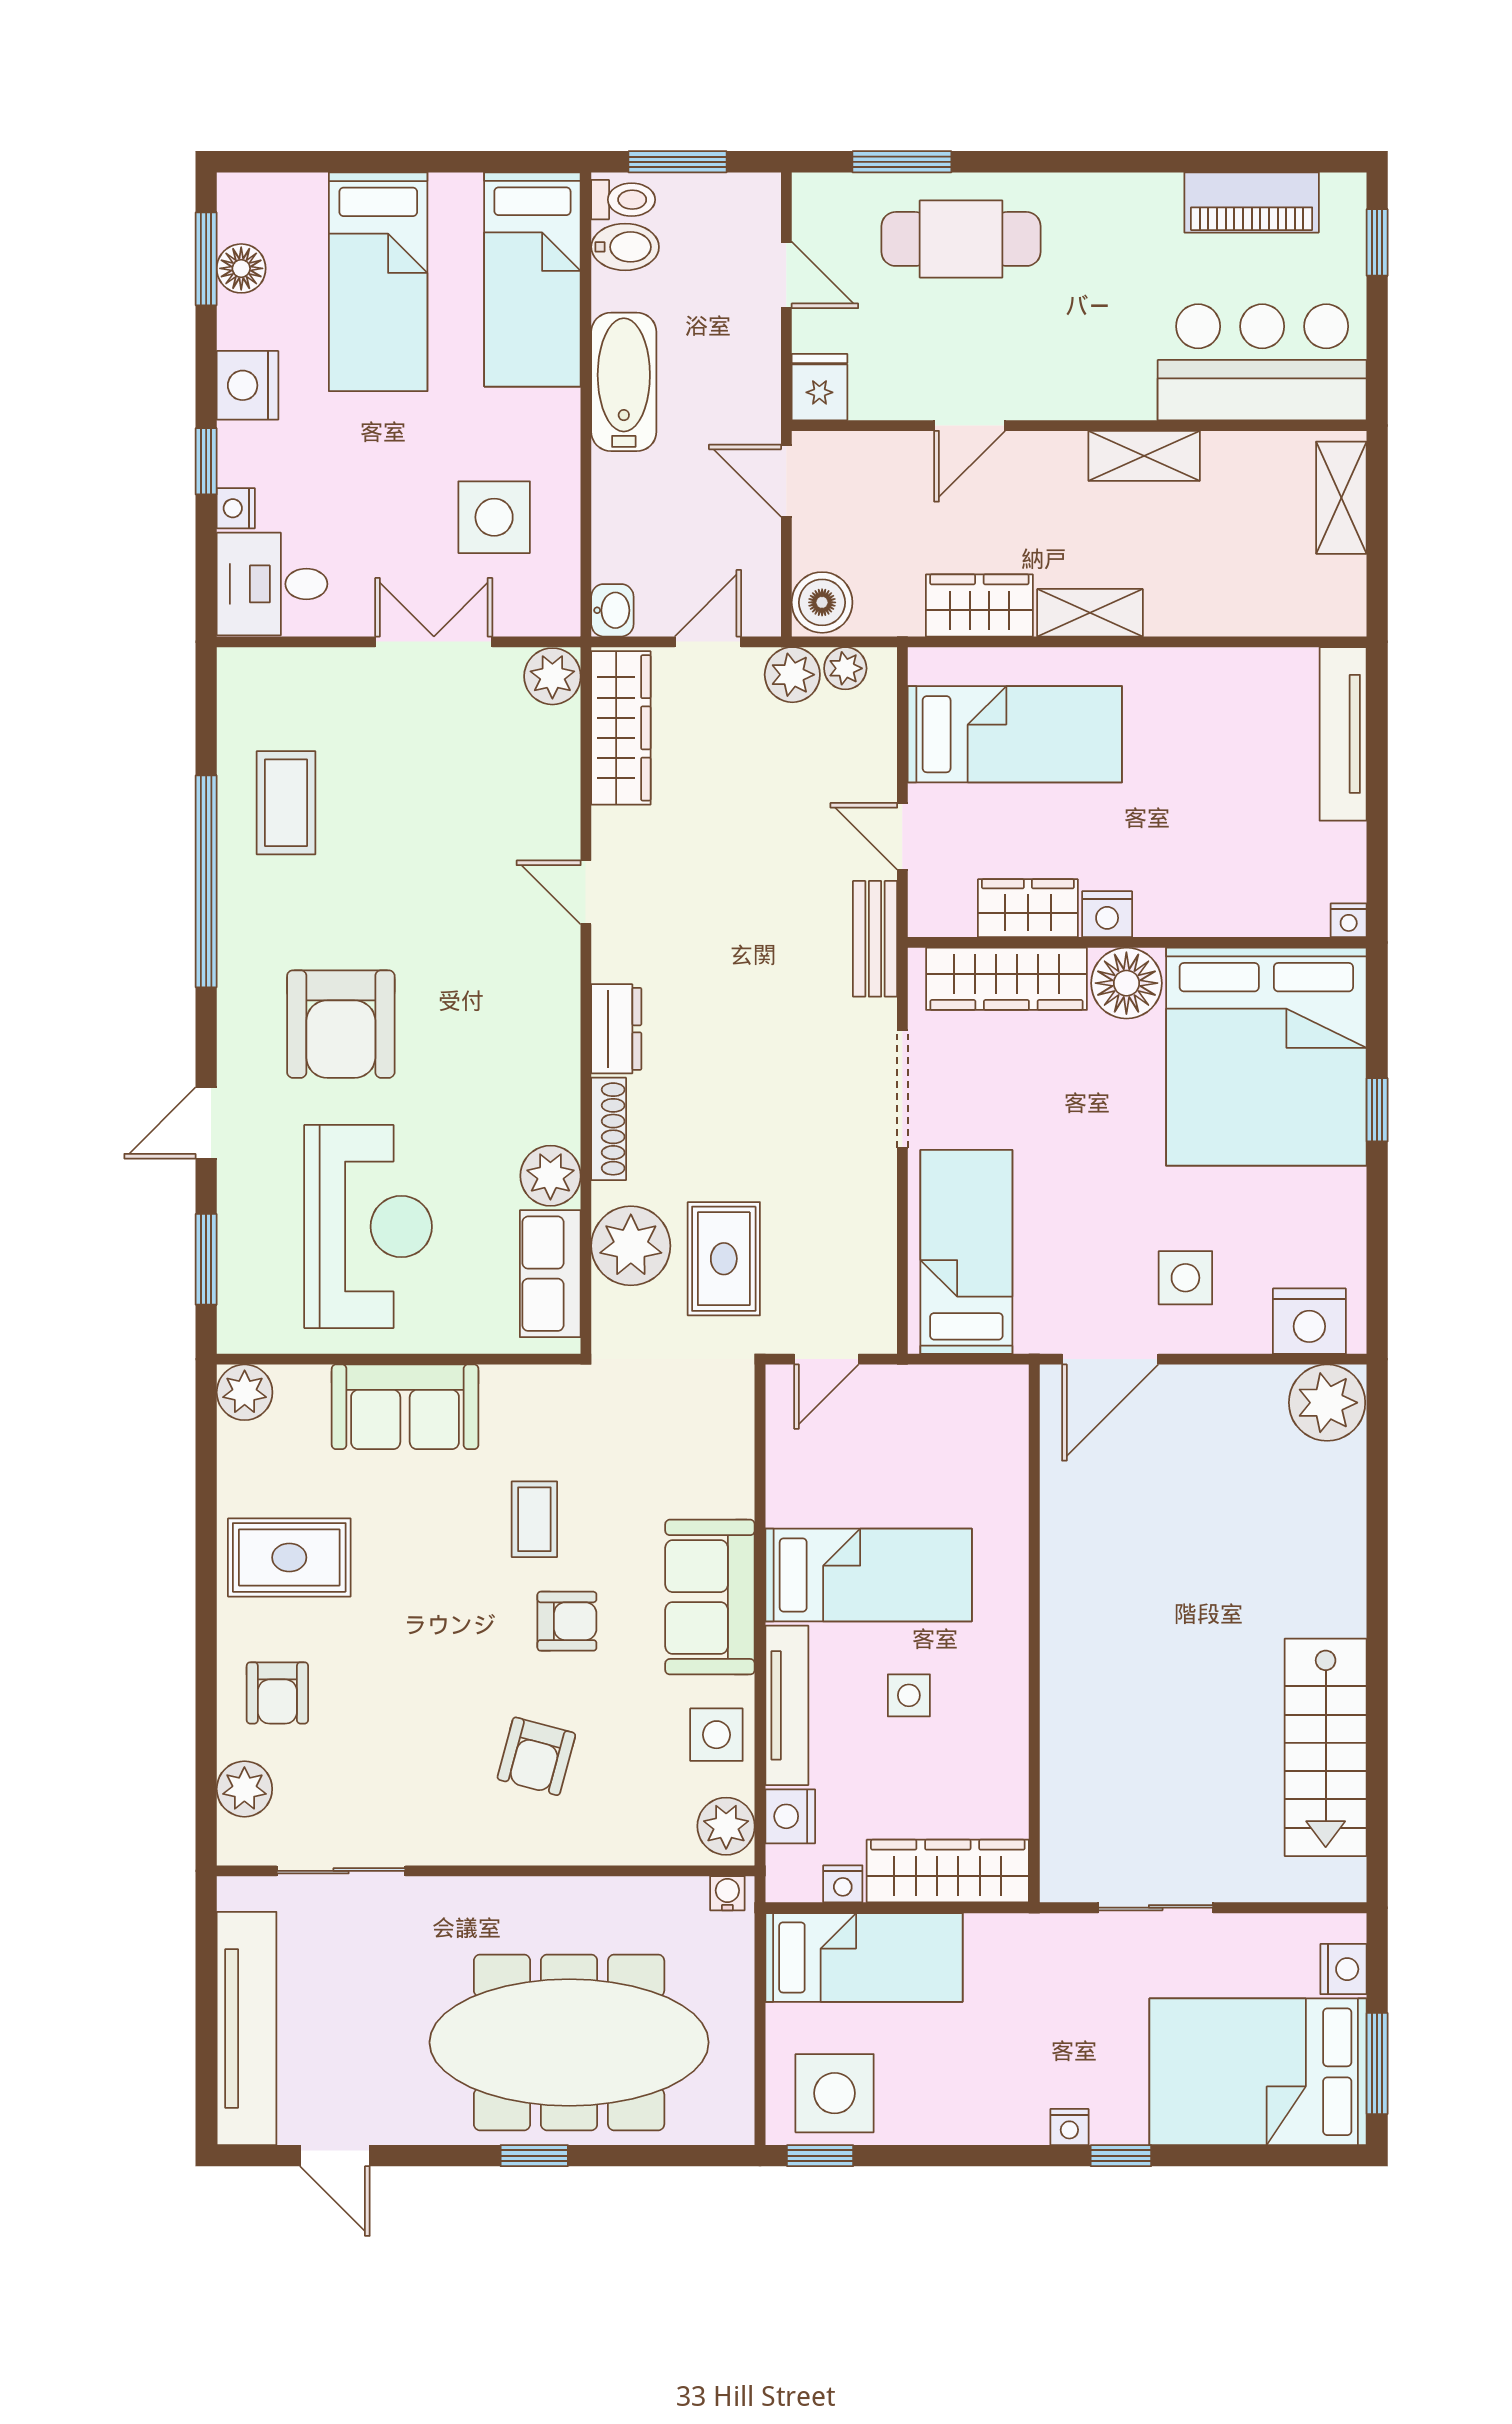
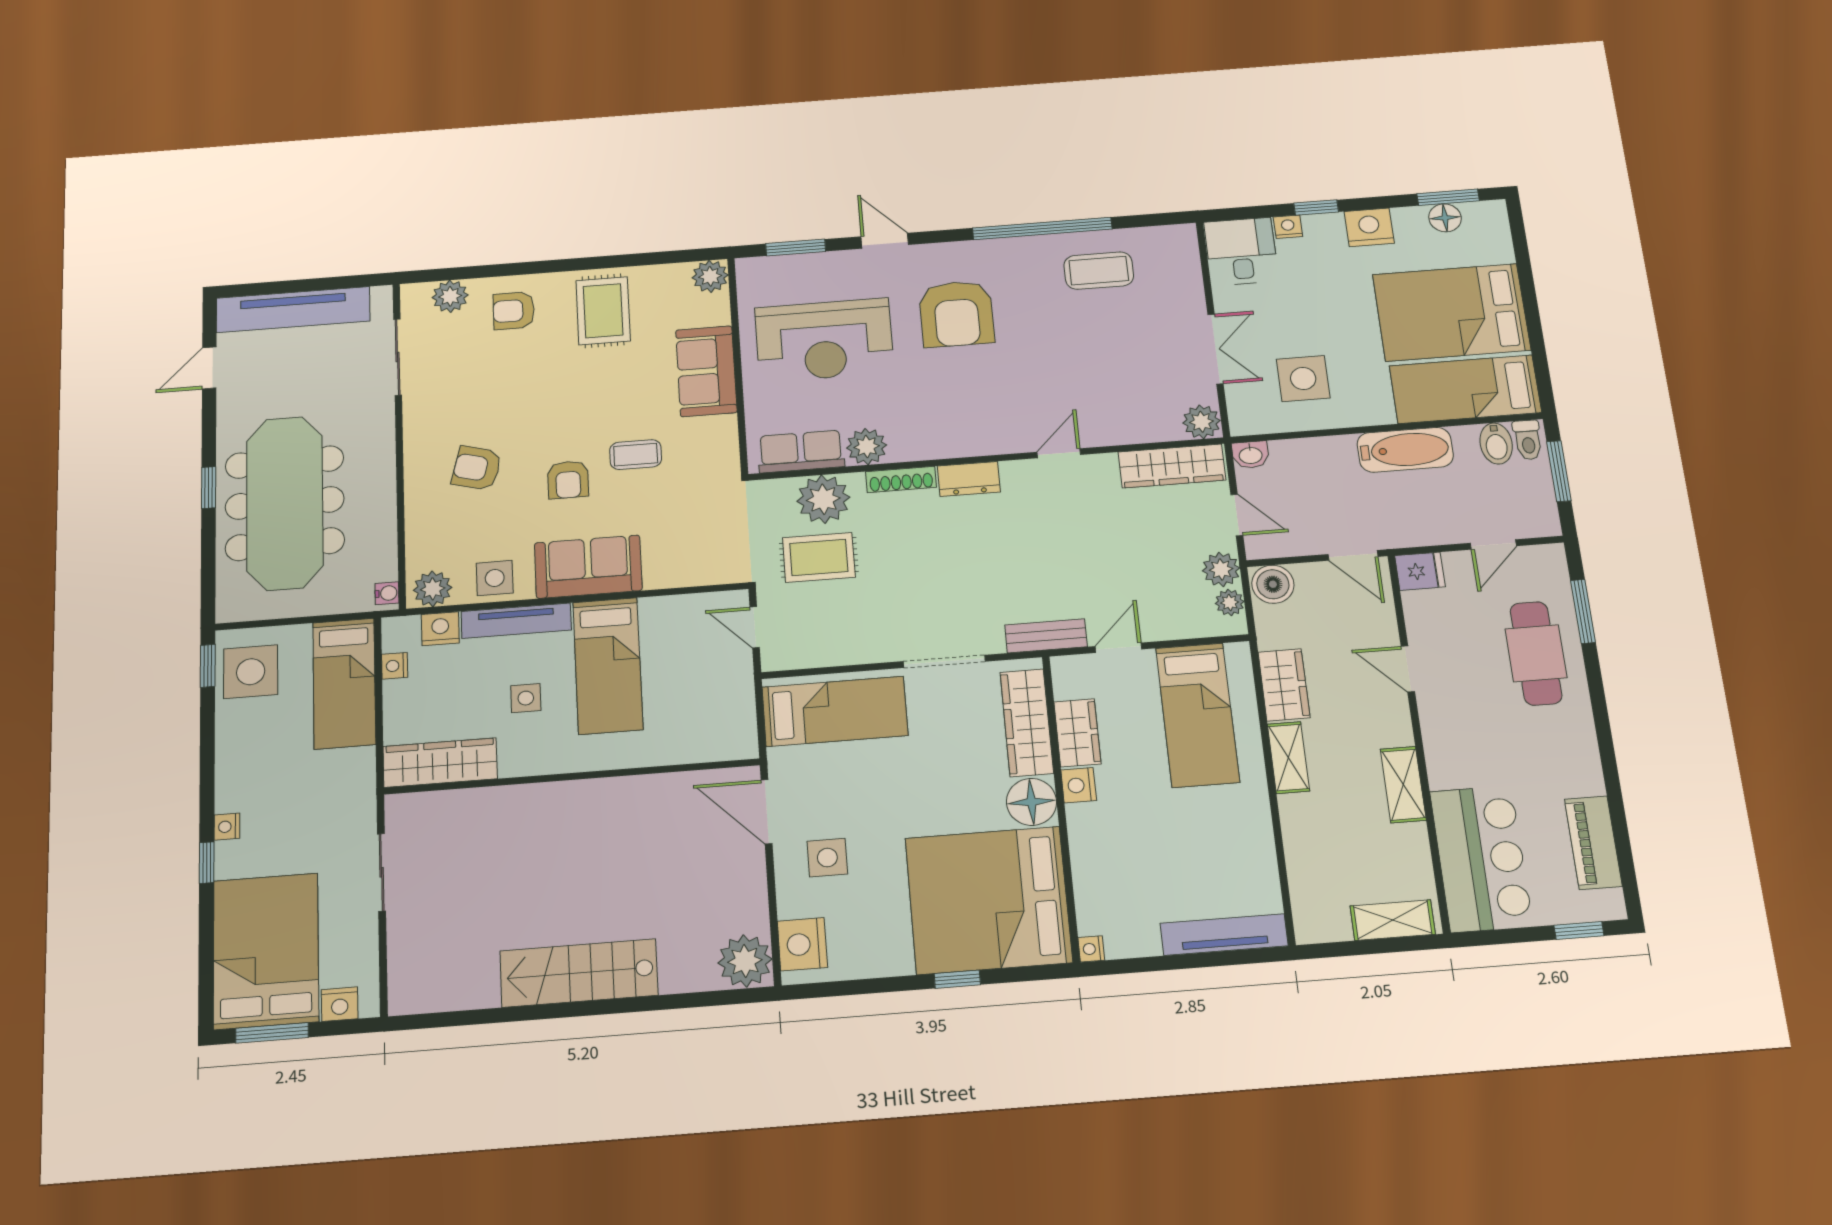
bed: (378, 282) -> (1451, 312), width x1.50
door: (786, 481) -> (1353, 555), swing flipped
armchair: (341, 1024) -> (957, 314), turned -90
stairs: (1326, 1747) -> (579, 973), moved
wardrobe: (948, 1871) -> (440, 763), moved, turned -90

